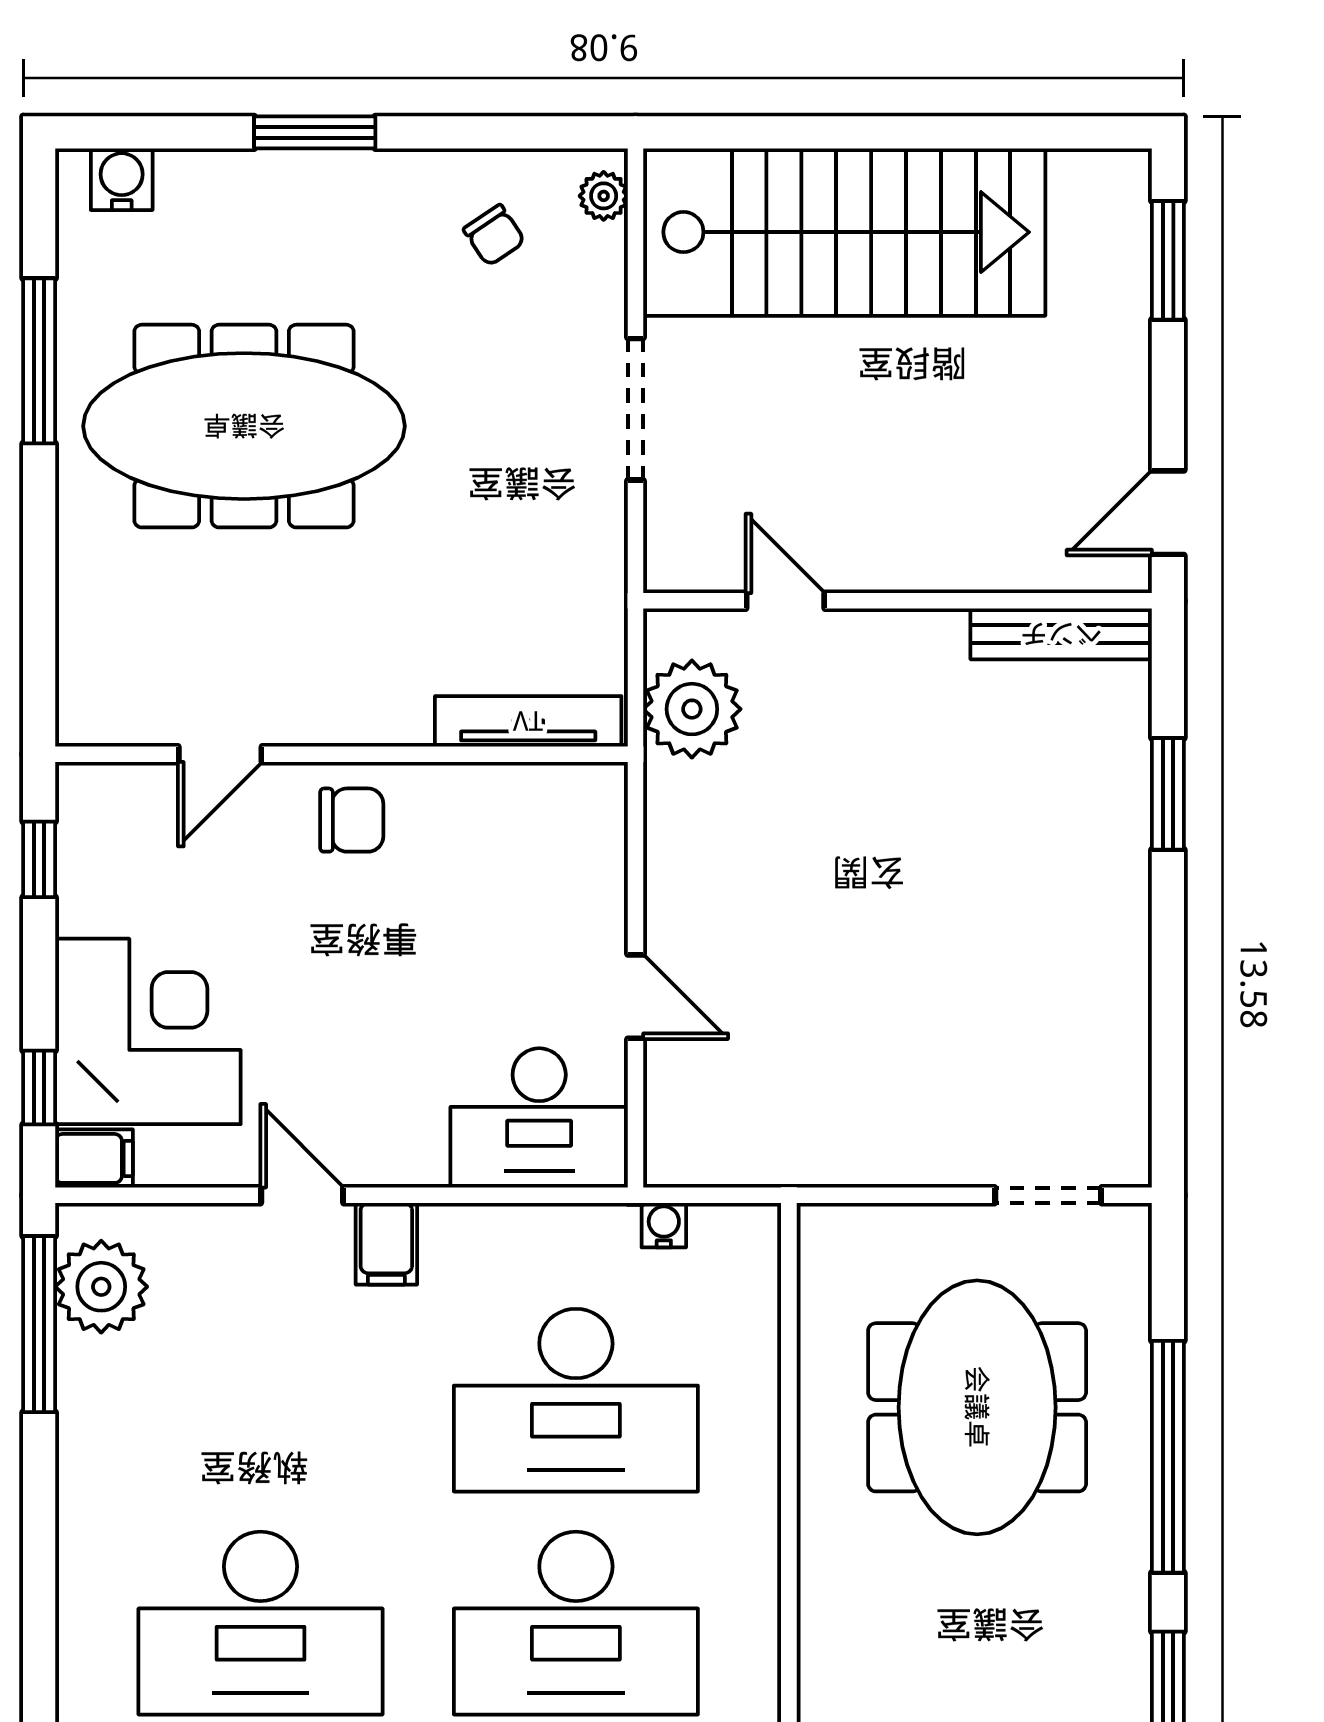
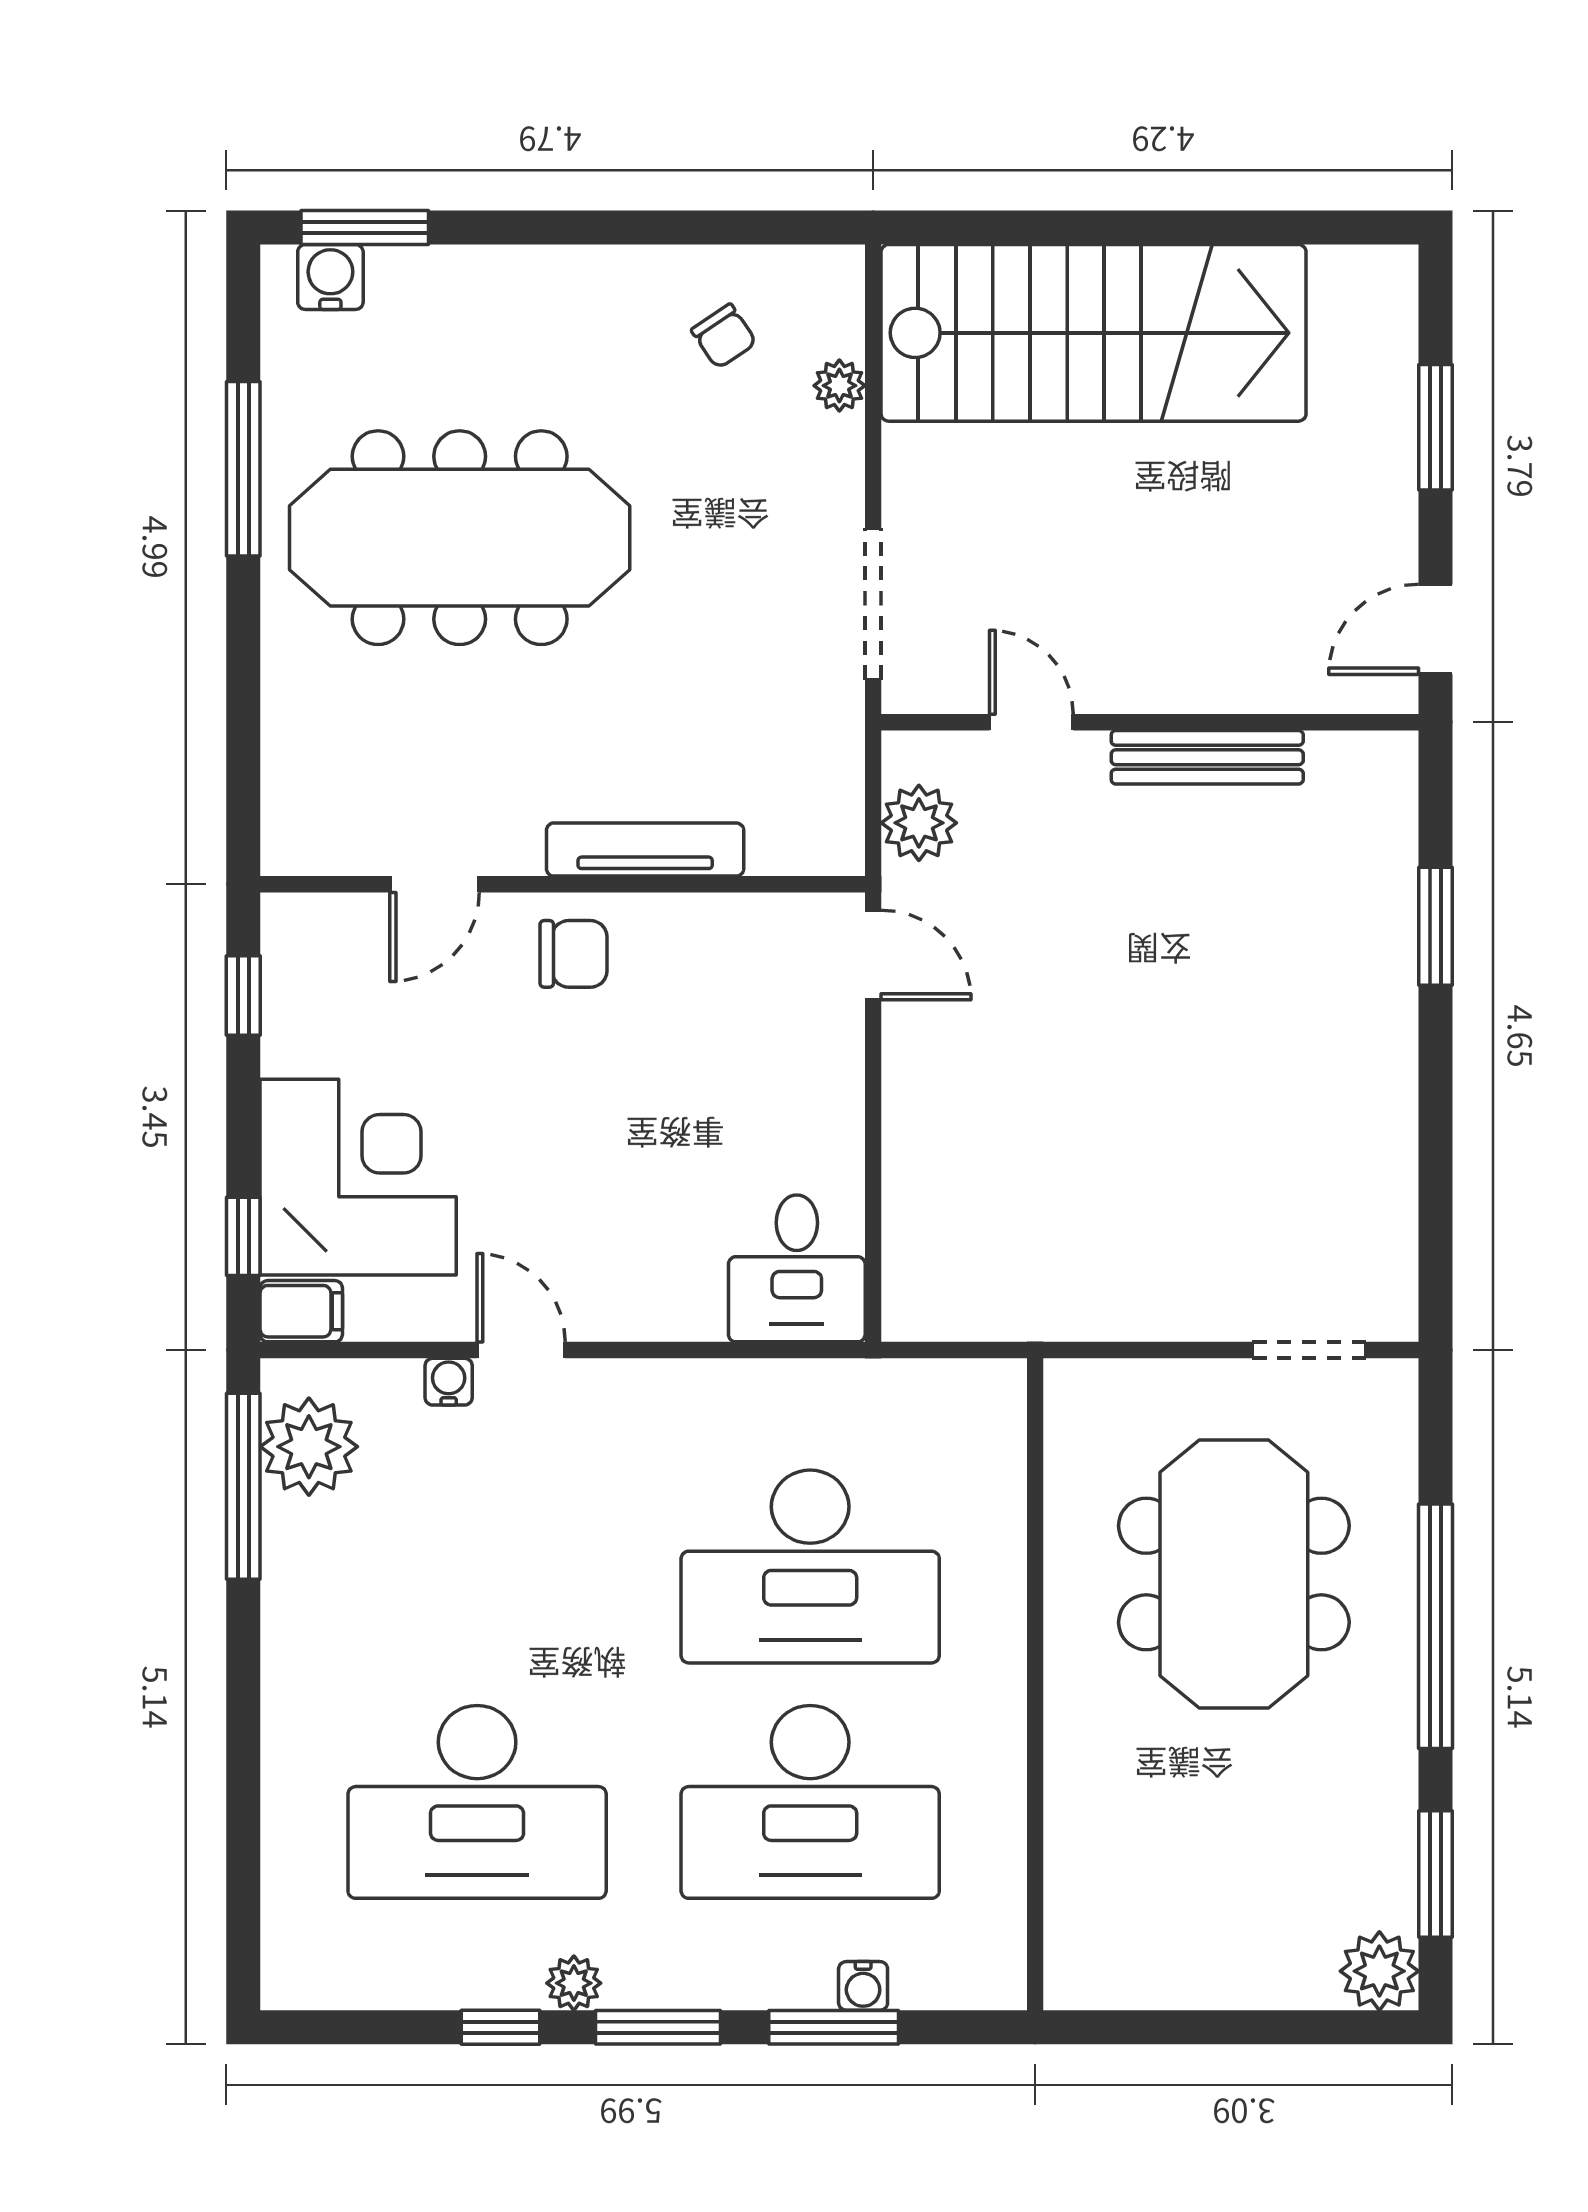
window: (315, 132) -> (365, 227), moved
plant: (604, 196) -> (839, 386), moved
window: (1168, 260) -> (1435, 427), moved
doorway: (636, 409) -> (873, 604), moved
bench: (1061, 634) -> (1207, 757), moved
plant: (692, 709) -> (919, 823), width x0.73, depth x0.73
tv unit: (528, 721) -> (645, 850), moved
door: (636, 997) -> (873, 955), moved
desk: (539, 1118) -> (797, 1268), width x0.73
water cooler: (664, 1225) -> (449, 1382), moved
filing cabinet: (386, 1244) -> (610, 1401), removed

